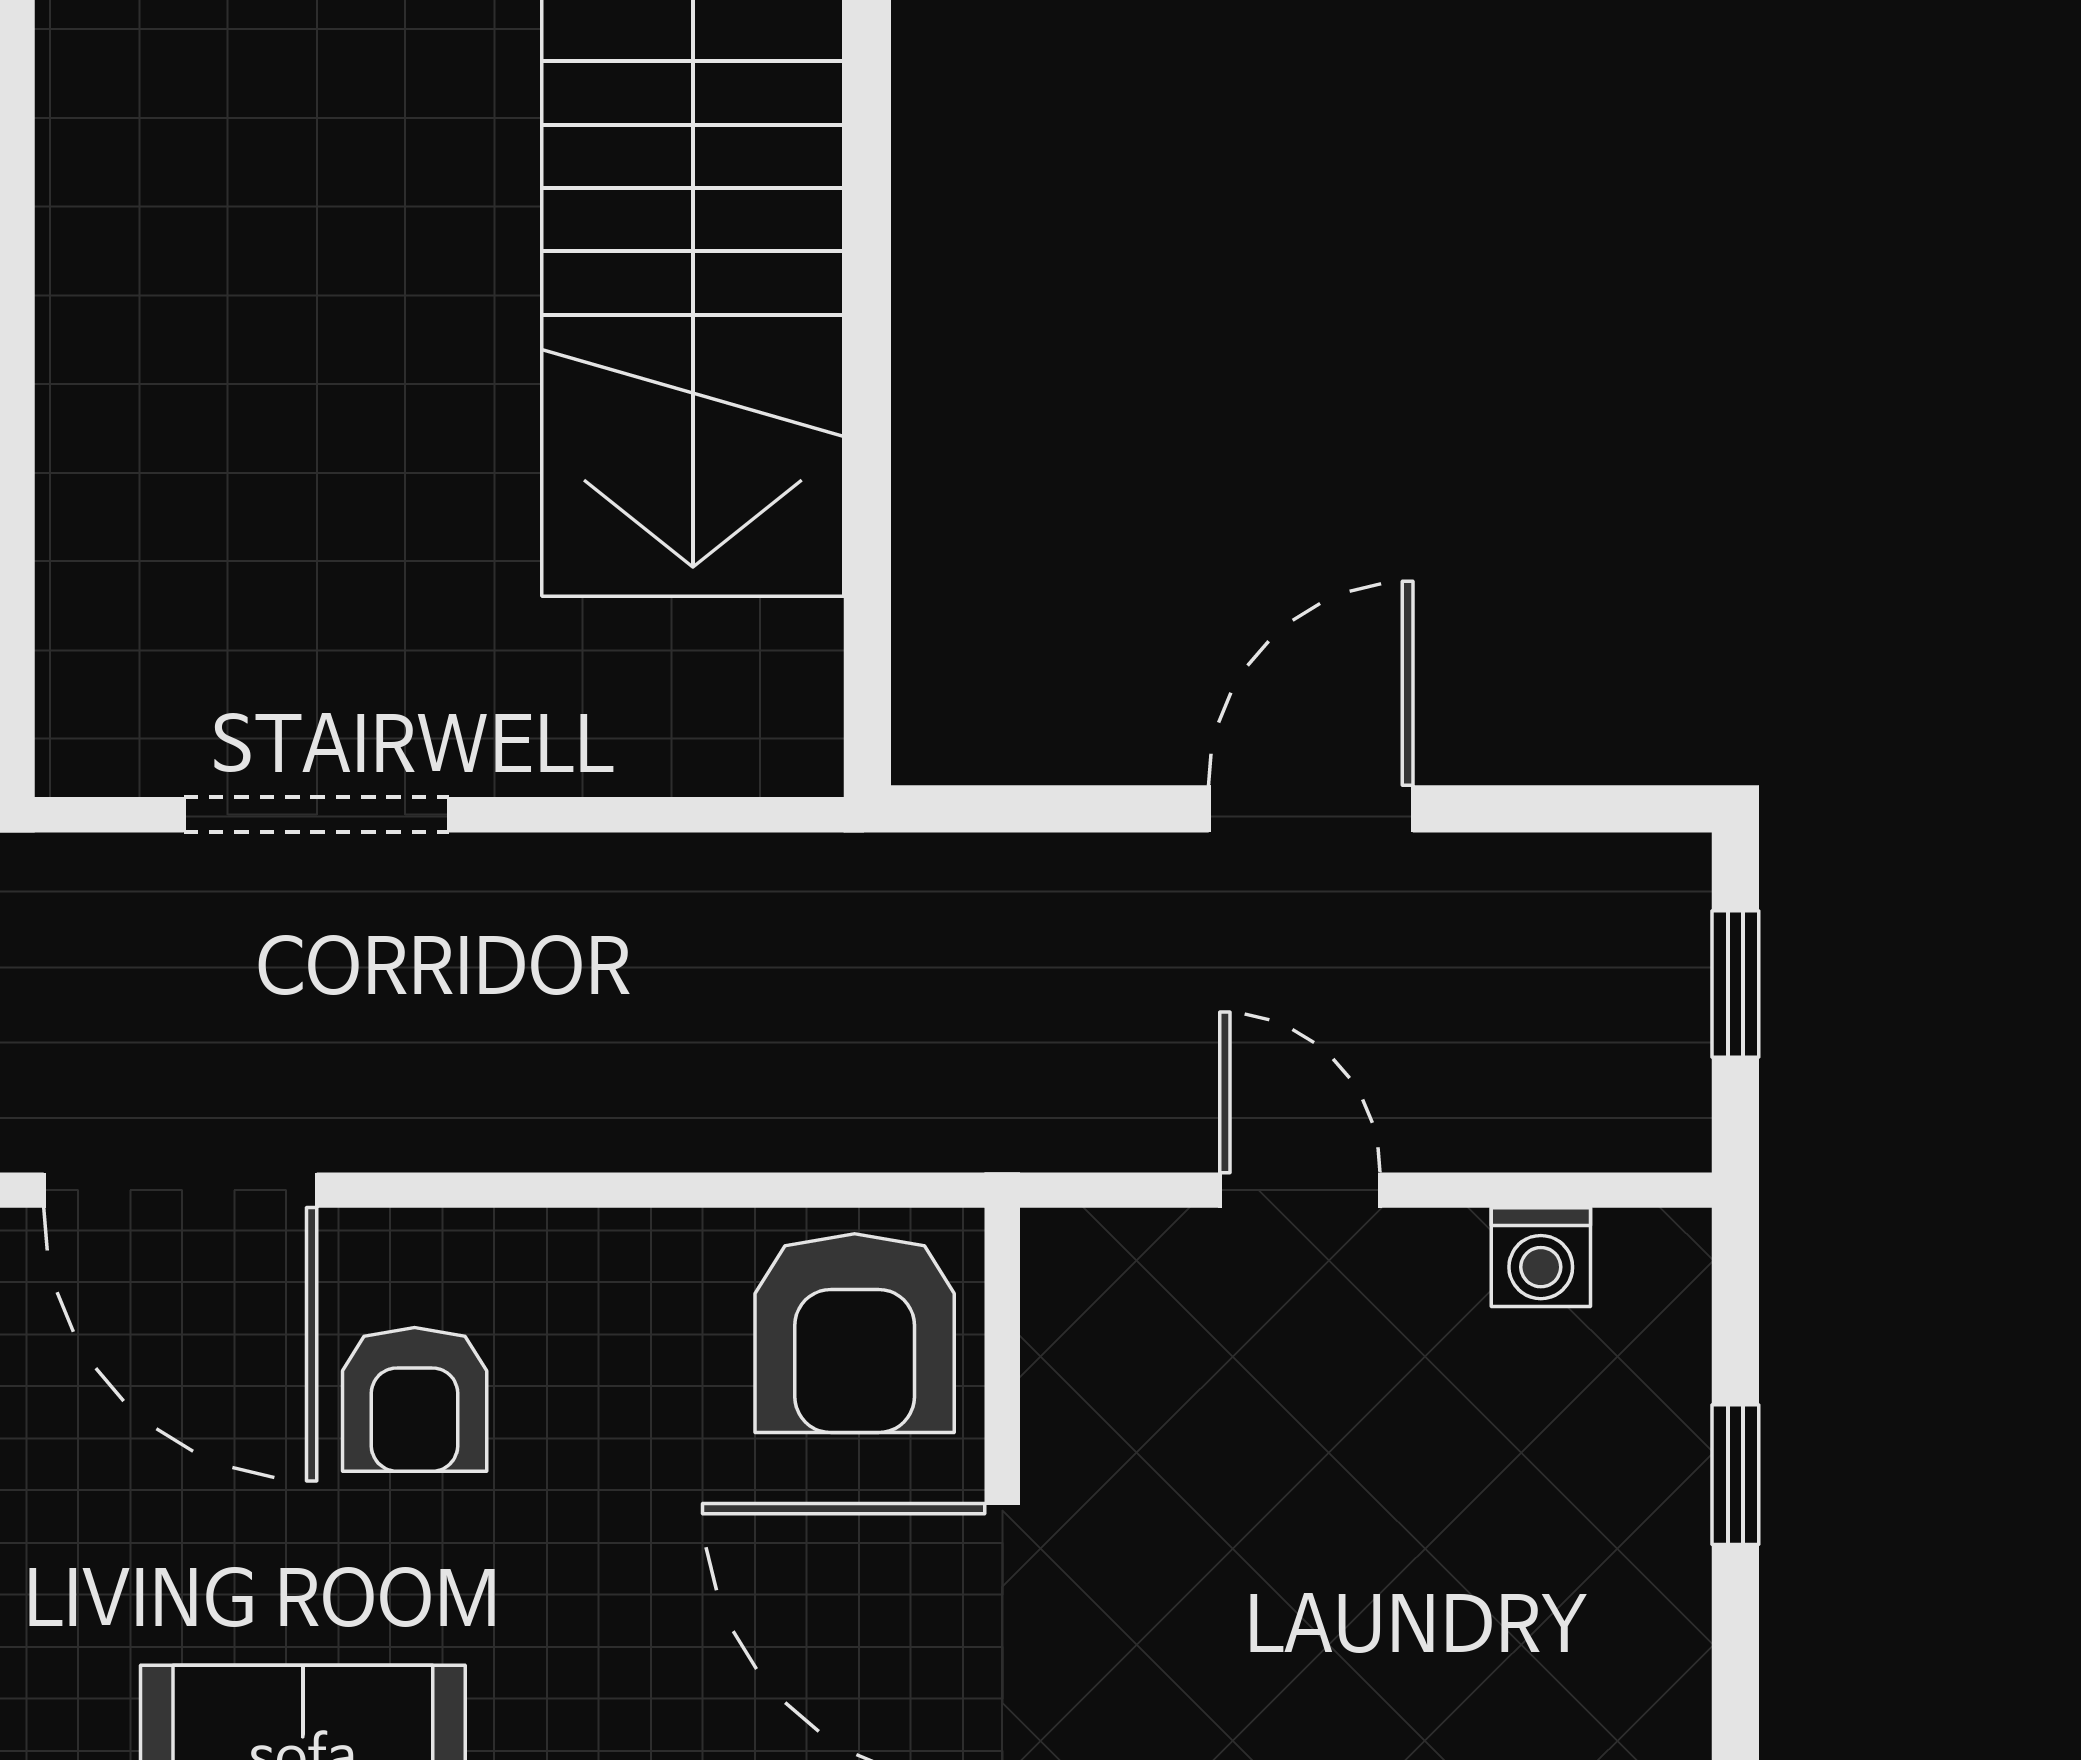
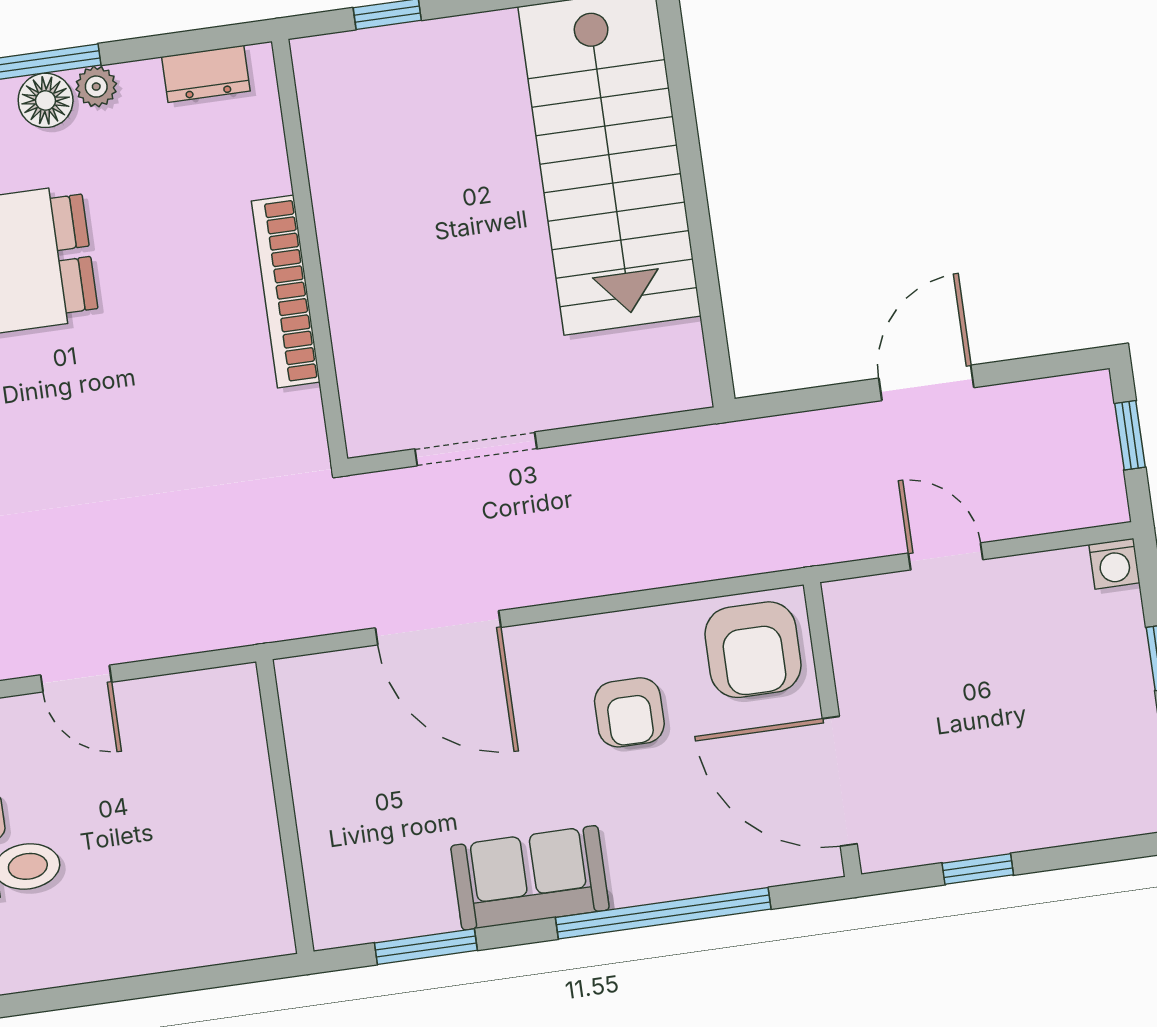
washing machine: (1541, 1257) -> (1114, 564), moved
armchair: (415, 1399) -> (629, 712), moved

